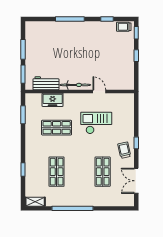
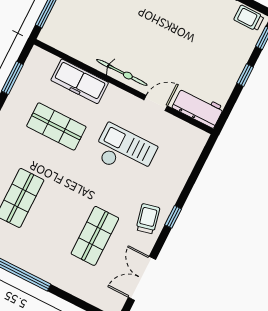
workbench: (46, 83) -> (198, 108), moved
door: (99, 91) -> (156, 103), hinge flipped
freezer: (53, 100) -> (80, 81), width x1.40

